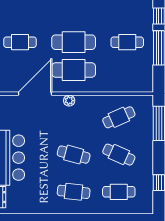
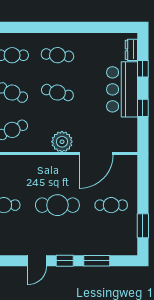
cafe table: (74, 70) -> (57, 177), removed
plant: (69, 101) -> (62, 142), width x1.88, depth x1.88

